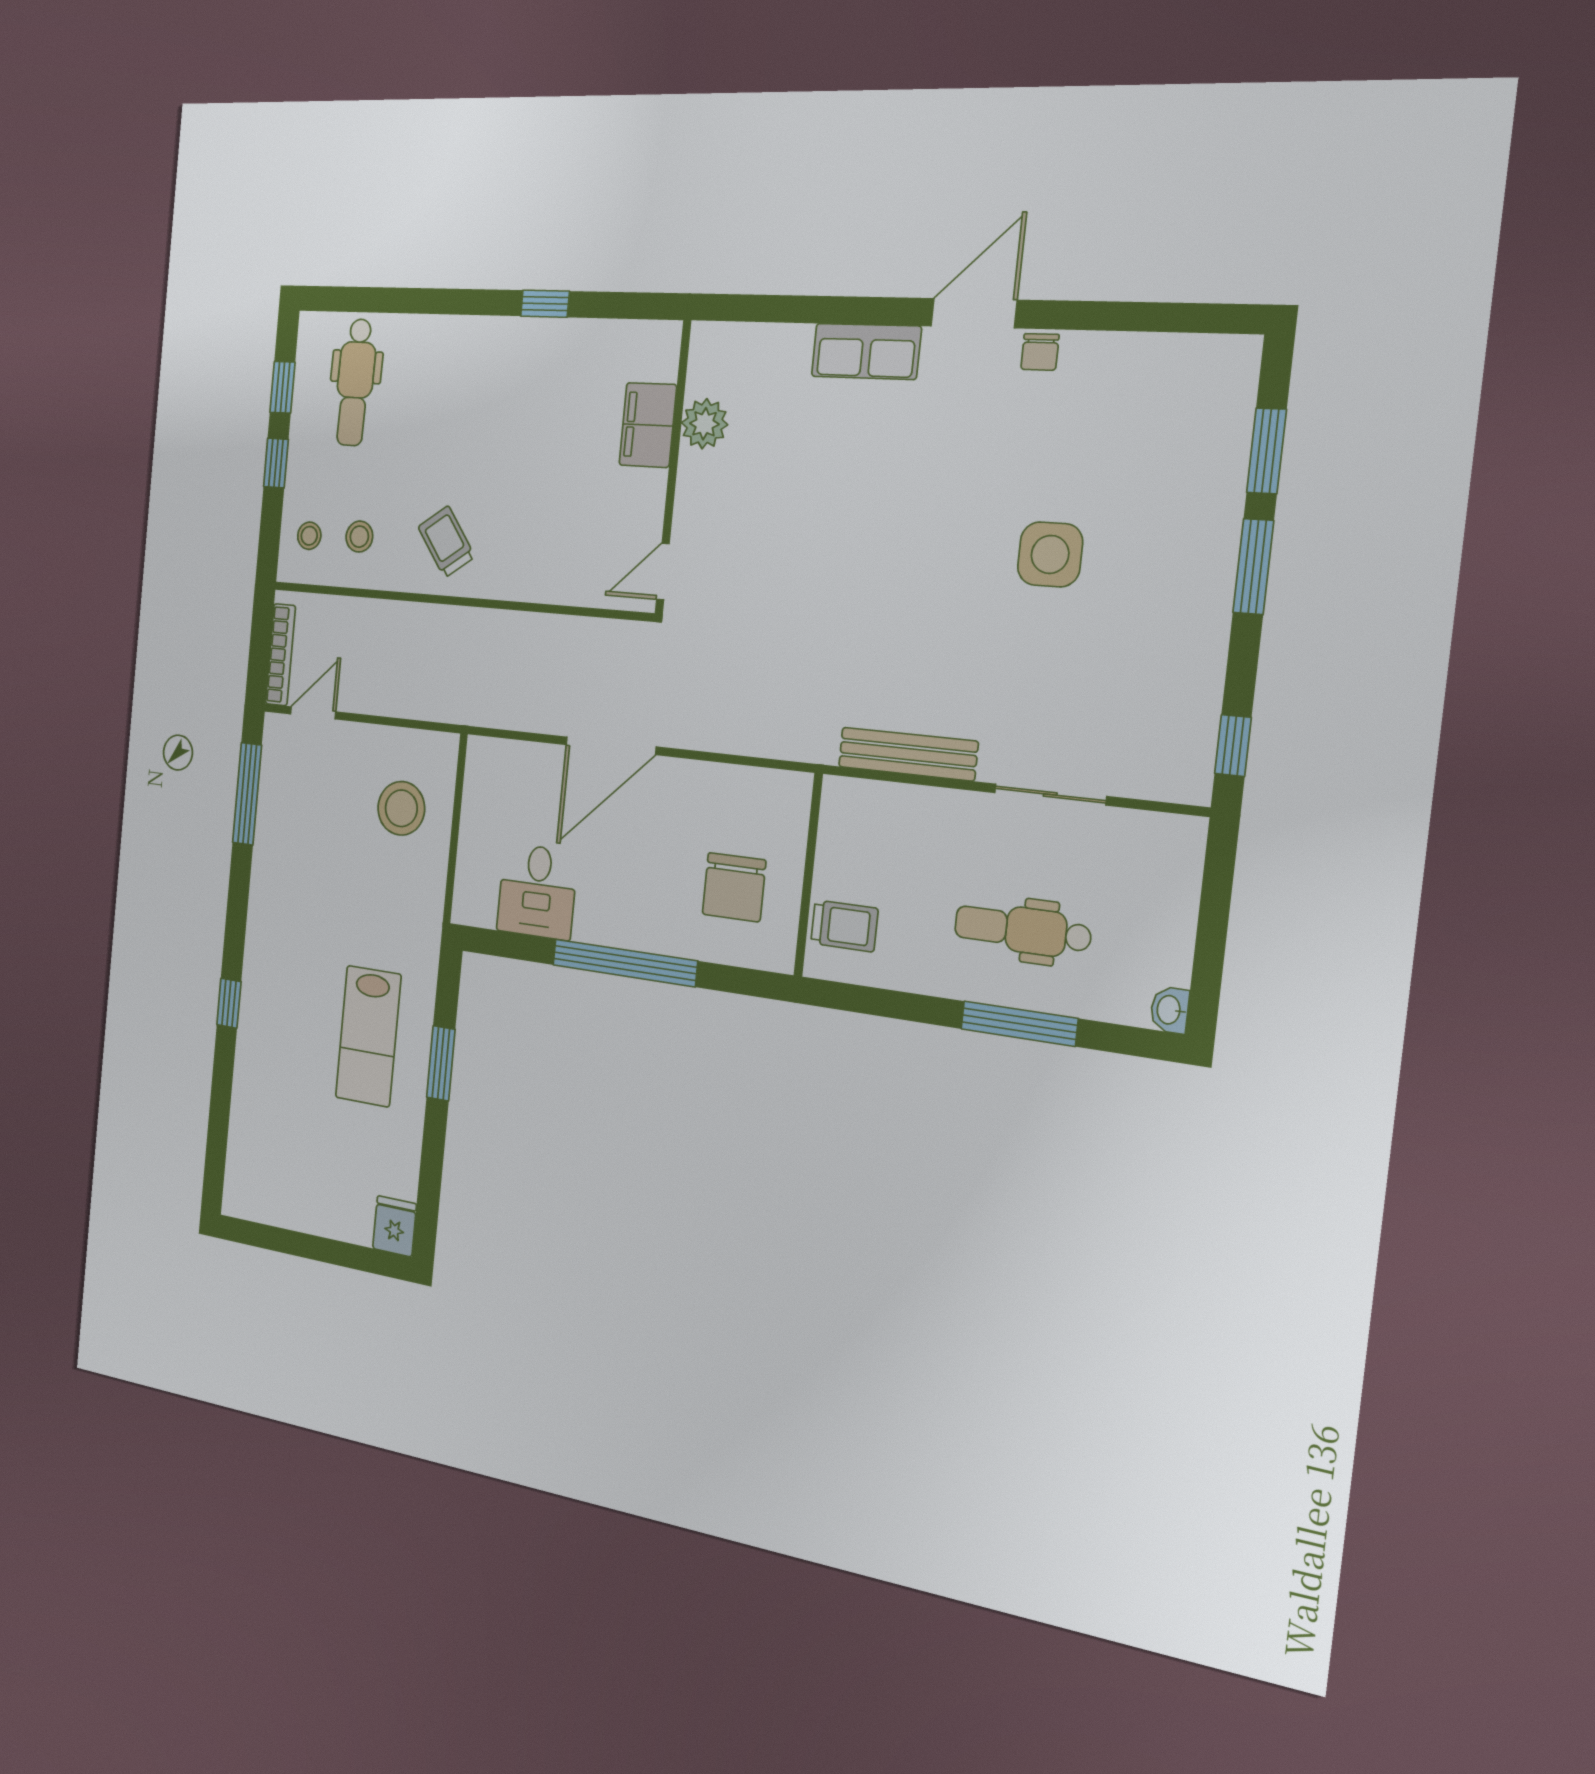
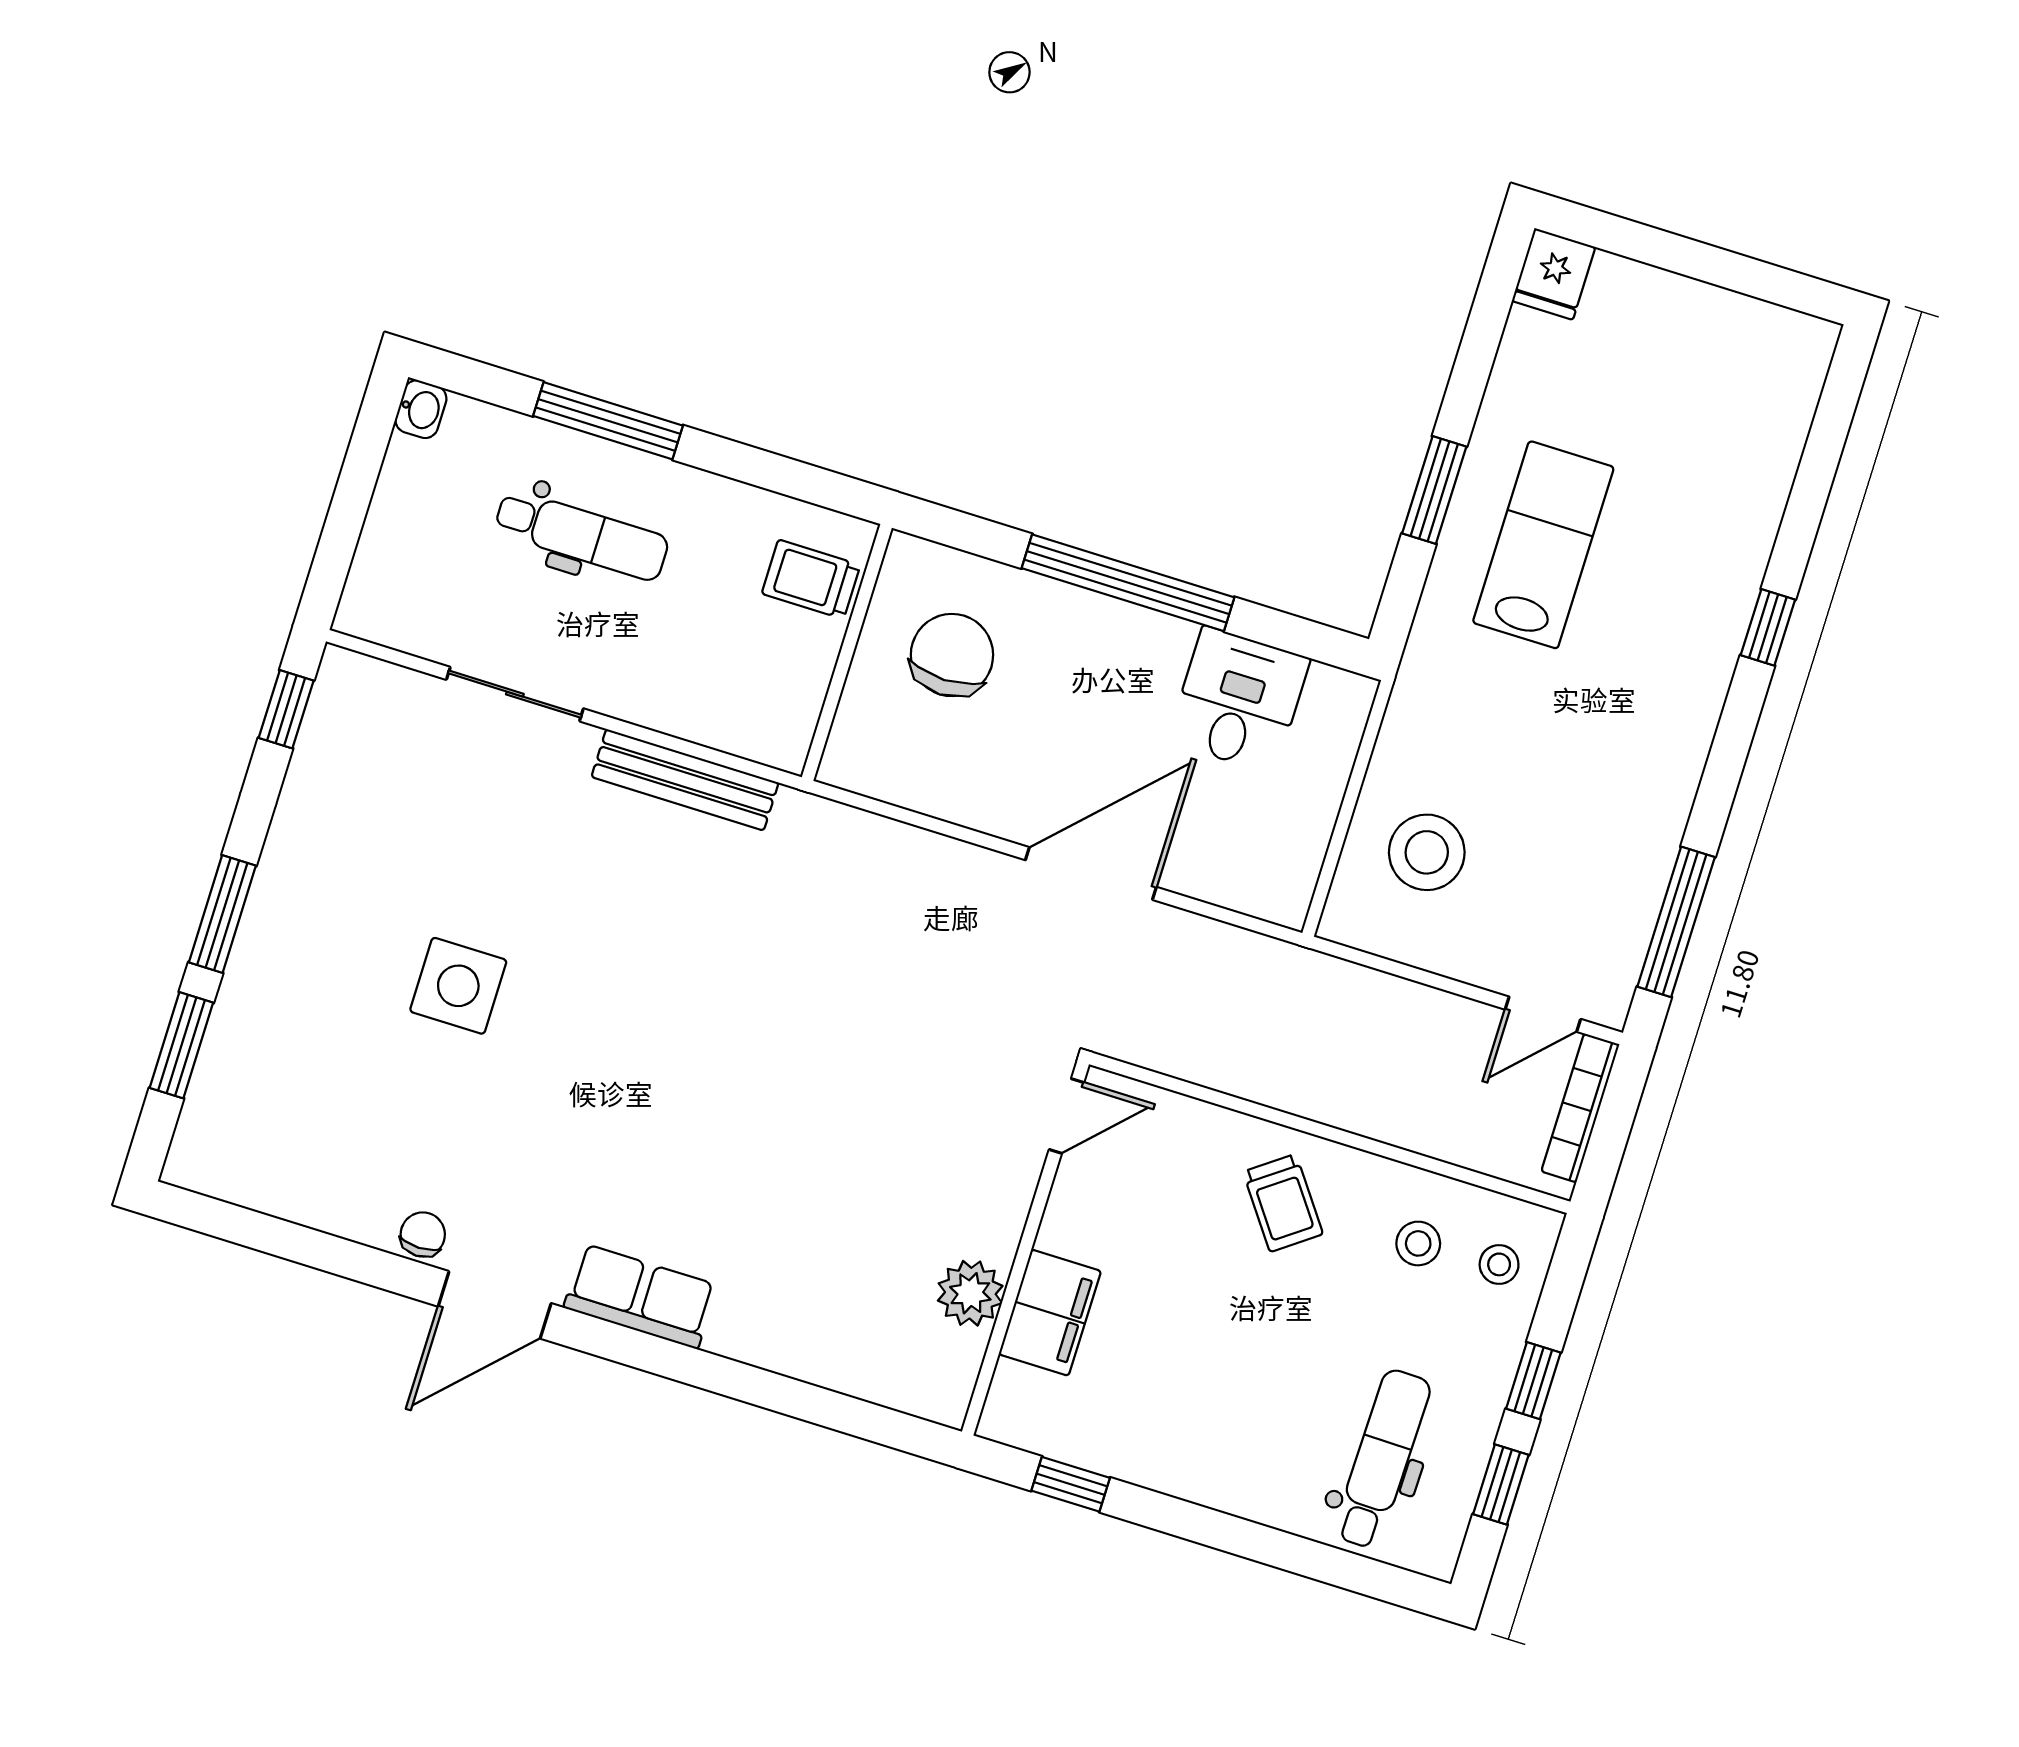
plant: (705, 424) -> (970, 1293), moved
filing cabinet: (648, 425) -> (1050, 1313), moved
wall: (673, 467) -> (1025, 1248), moved
door: (663, 571) -> (1067, 1116), moved

